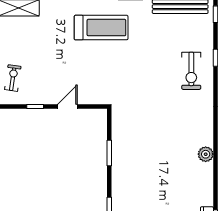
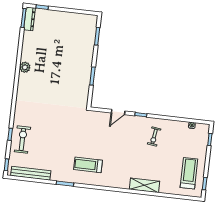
treadmill: (101, 28) -> (88, 165), width x0.73, depth x0.73
exercise bike: (191, 71) -> (22, 140), moved

